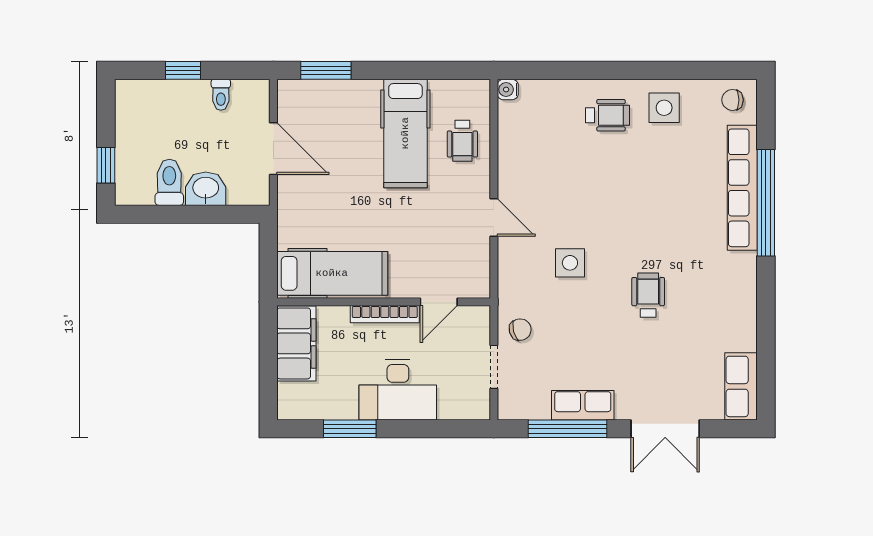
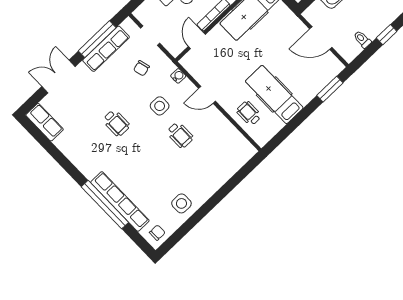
water cooler: (508, 90) -> (178, 76), moved
wheelchair: (607, 115) -> (180, 135), moved, turned -90
chair: (520, 330) -> (141, 68), moved
row of seats: (583, 405) -> (106, 49), width x1.48

